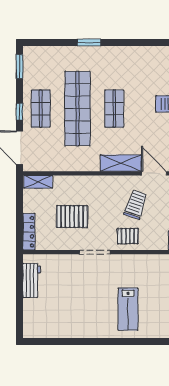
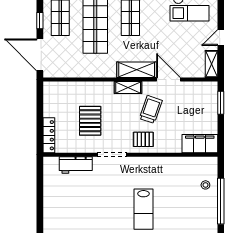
shelving: (38, 182) -> (128, 88), moved
pallet: (72, 217) -> (90, 121), turned 90
workbench: (32, 280) -> (76, 165), moved, turned 90

